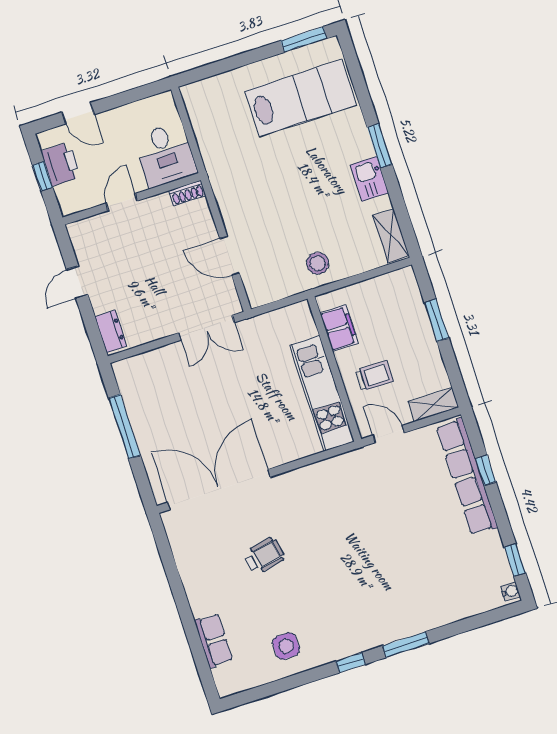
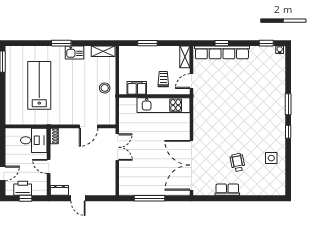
lab bench: (300, 98) -> (39, 85), moved
dresser: (111, 331) -> (59, 190), moved
wheelchair: (264, 556) -> (238, 163), moved
row of seats: (214, 641) -> (227, 190), moved

